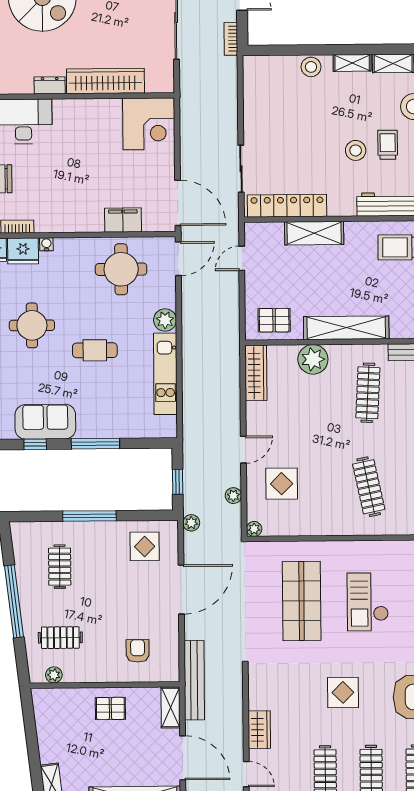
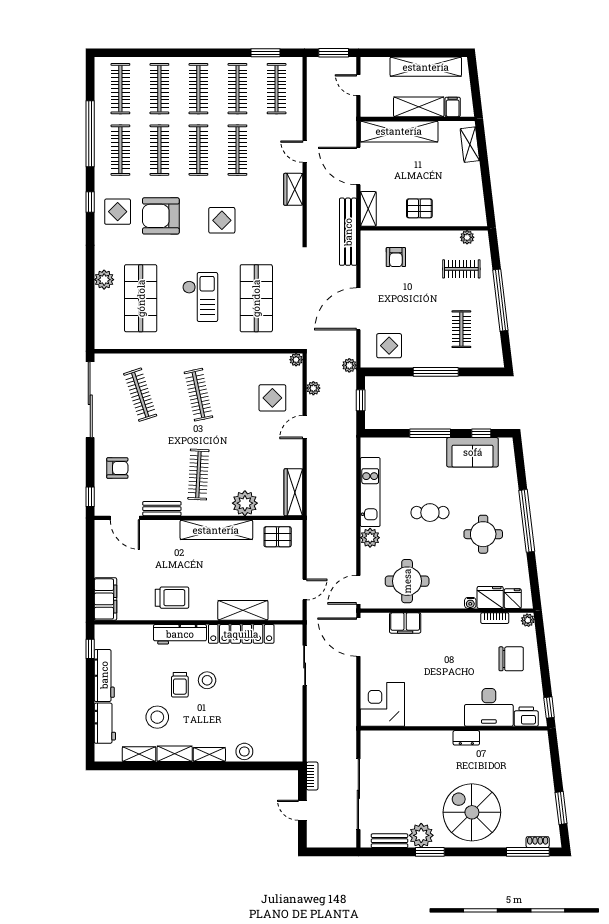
wardrobe: (105, 81) -> (419, 741), removed
locker: (287, 206) -> (241, 634), moved

